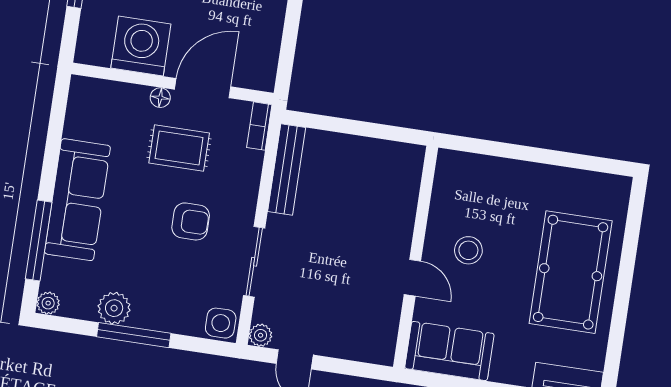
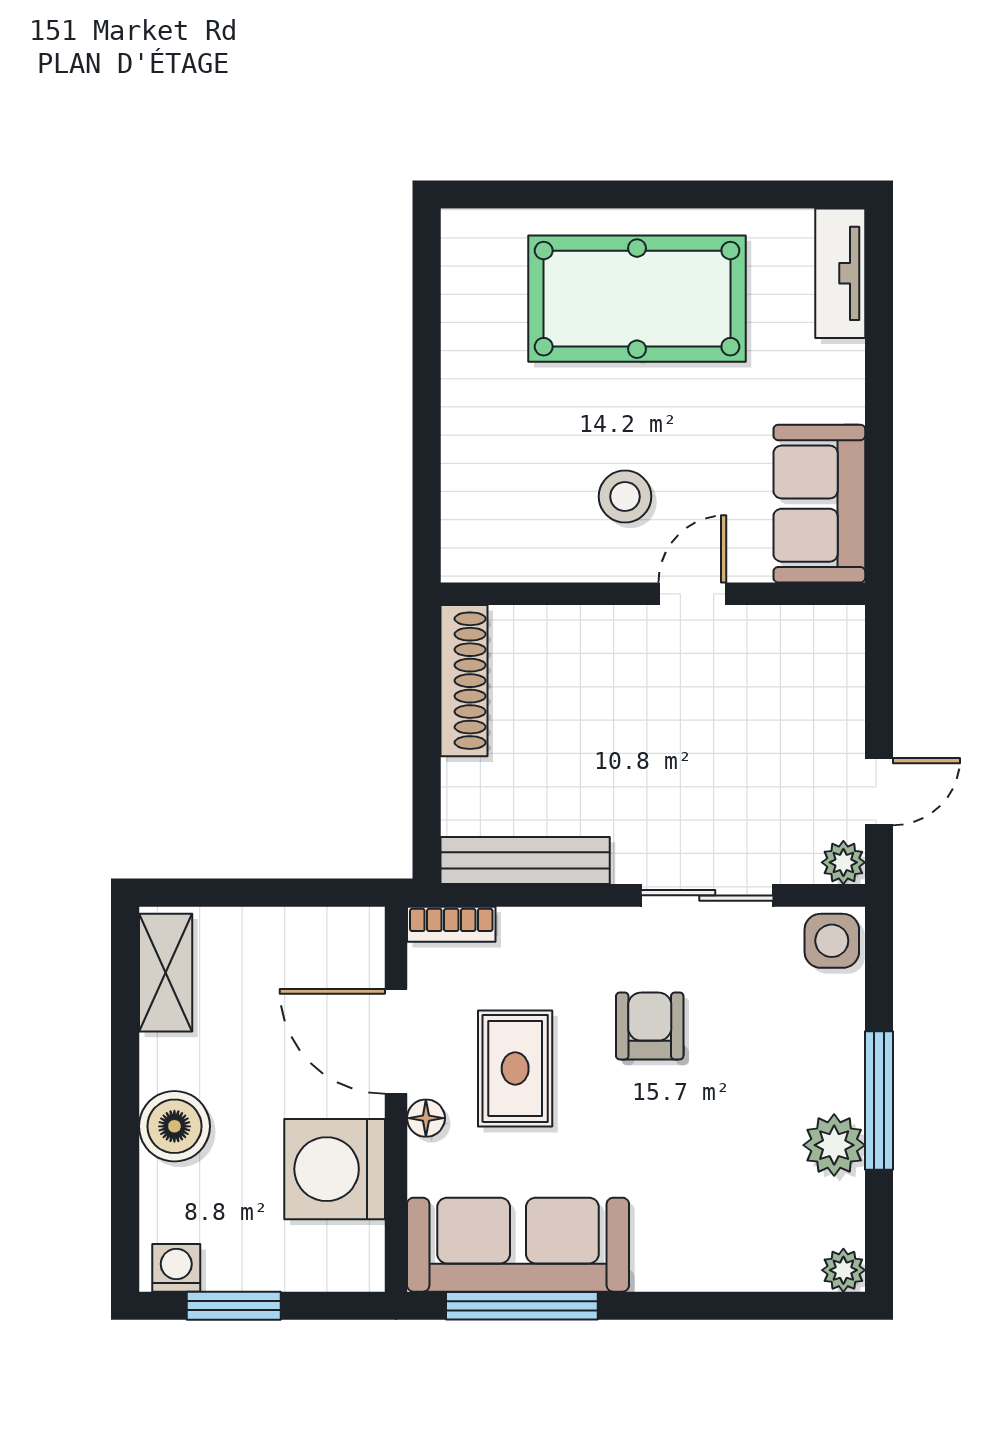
shoe rack: (385, 152) -> (464, 681), added
sofa: (77, 200) -> (518, 1245), moved
window: (39, 240) -> (522, 1306), moved

